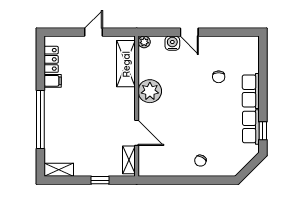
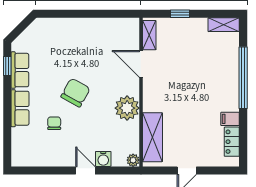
chair: (200, 161) -> (75, 93), moved, width x1.87, depth x1.87

